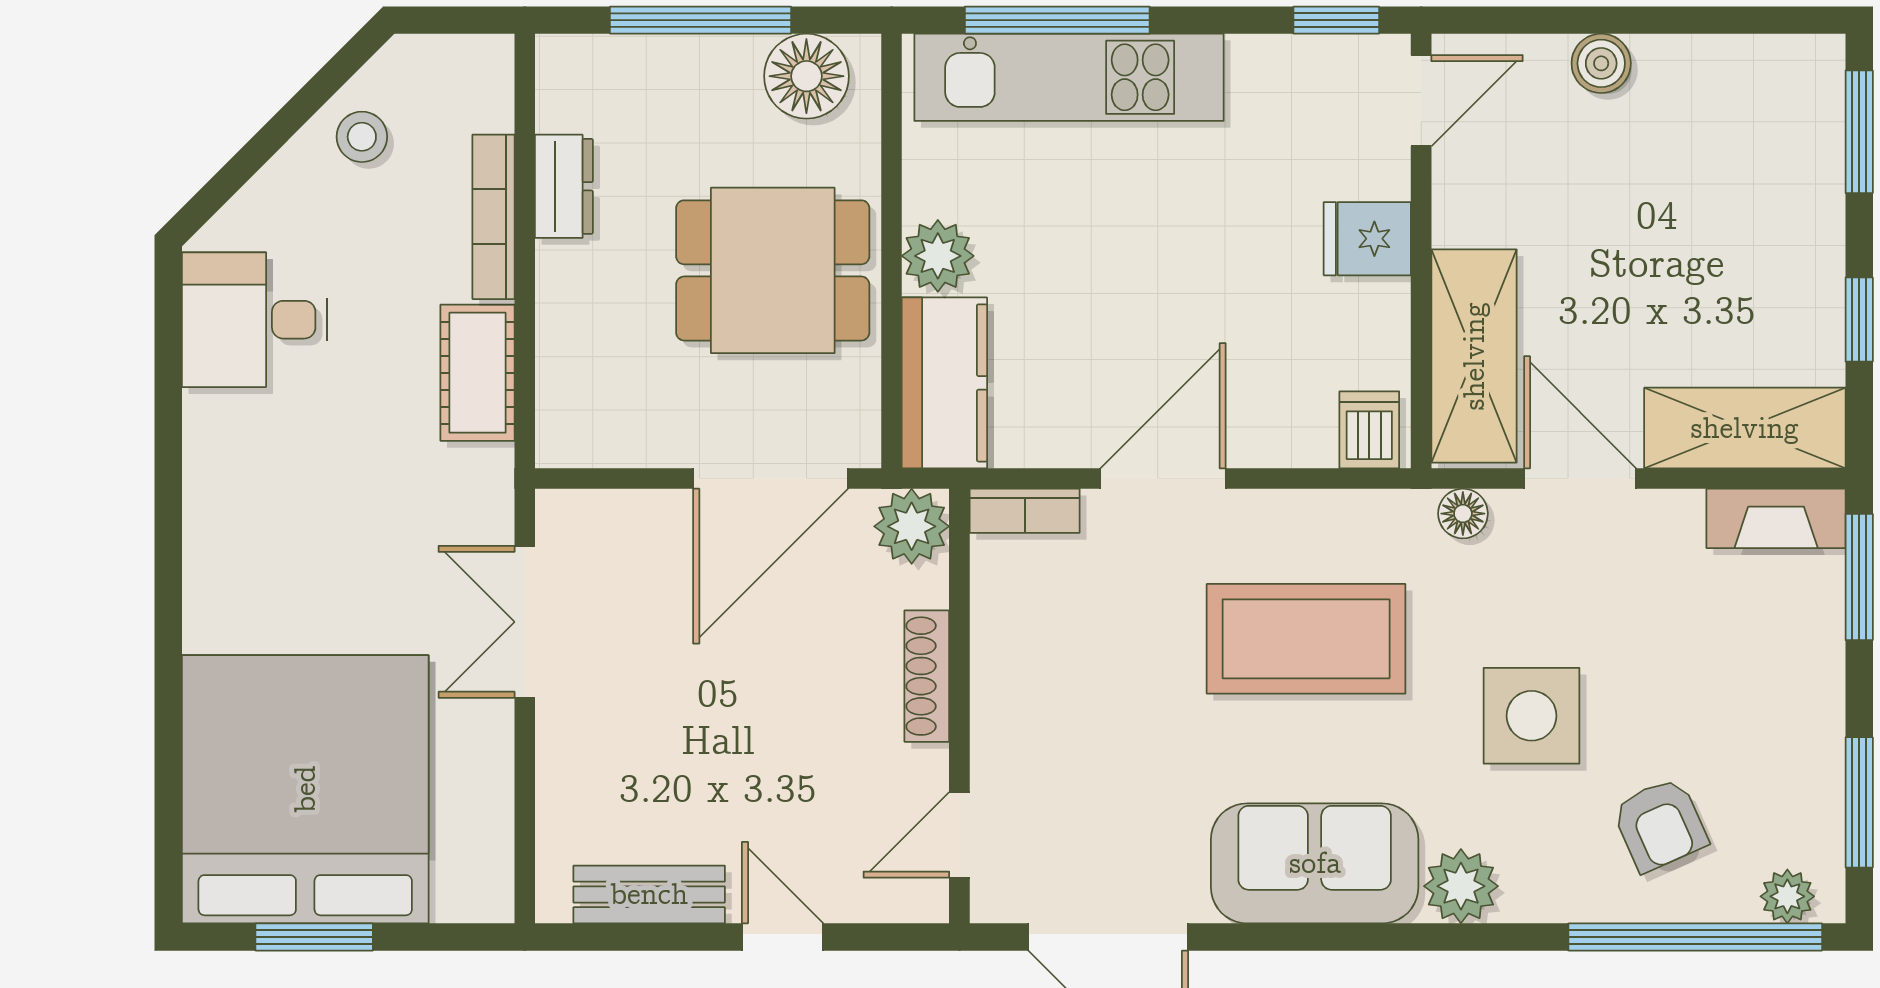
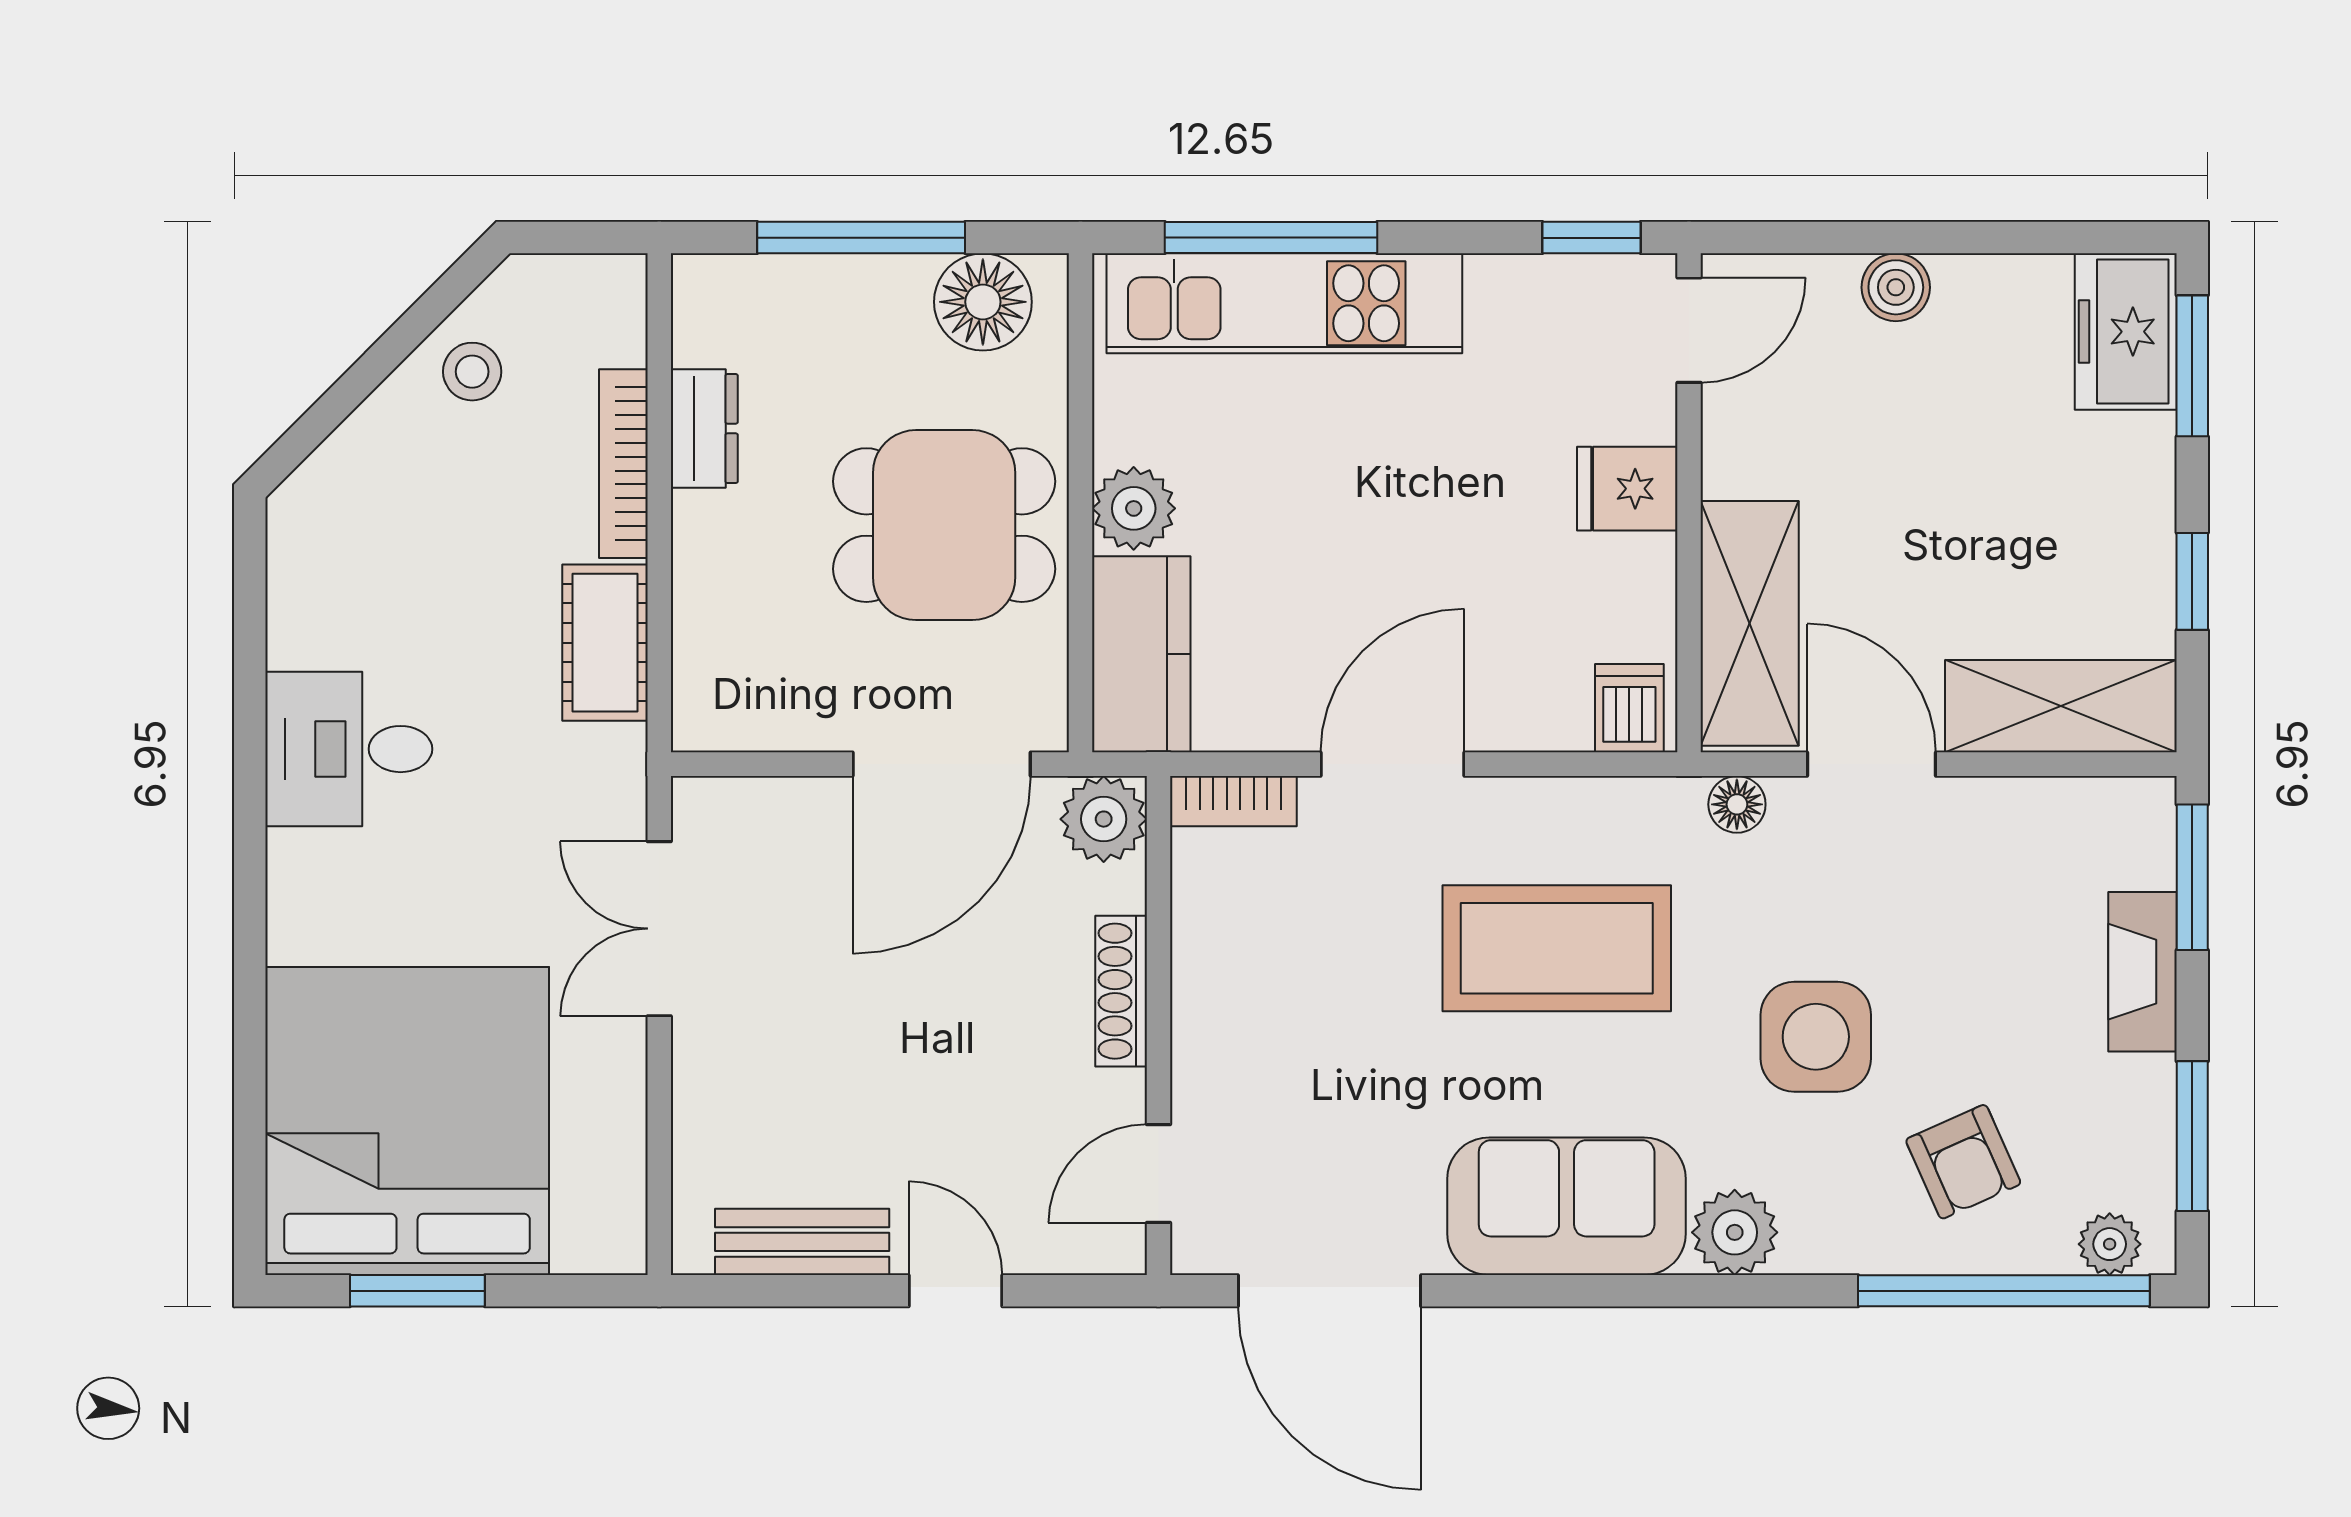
freezer: (1801, 102) -> (2126, 332), added
desk: (254, 320) -> (349, 749), moved
fireplace: (1776, 518) -> (2142, 972), moved, turned 90

